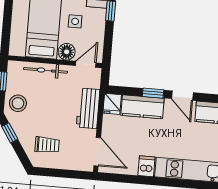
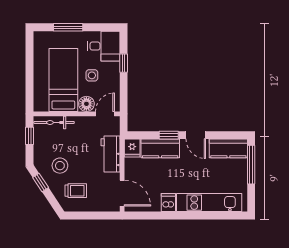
bicycle: (45, 70) -> (54, 122), moved
stool: (18, 103) -> (60, 166), moved

